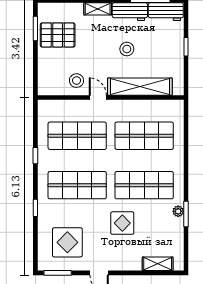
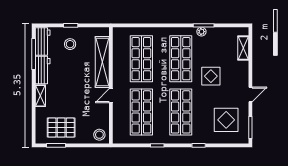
pallet: (58, 35) -> (61, 128), turned 90
stool: (127, 49) -> (70, 44), moved
stool: (77, 81) -> (99, 135), moved

